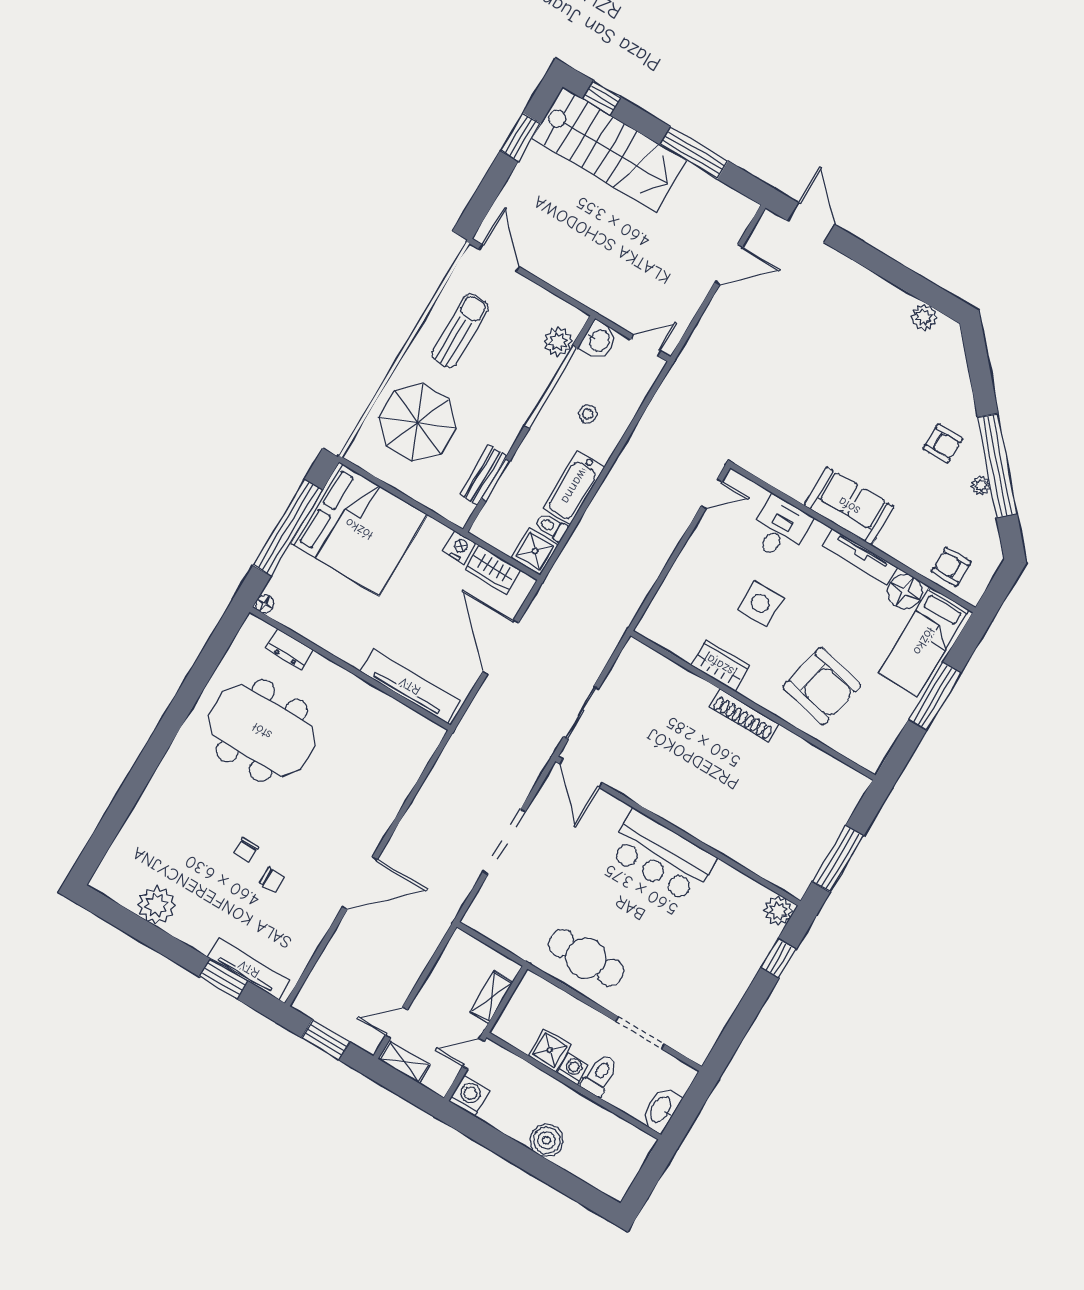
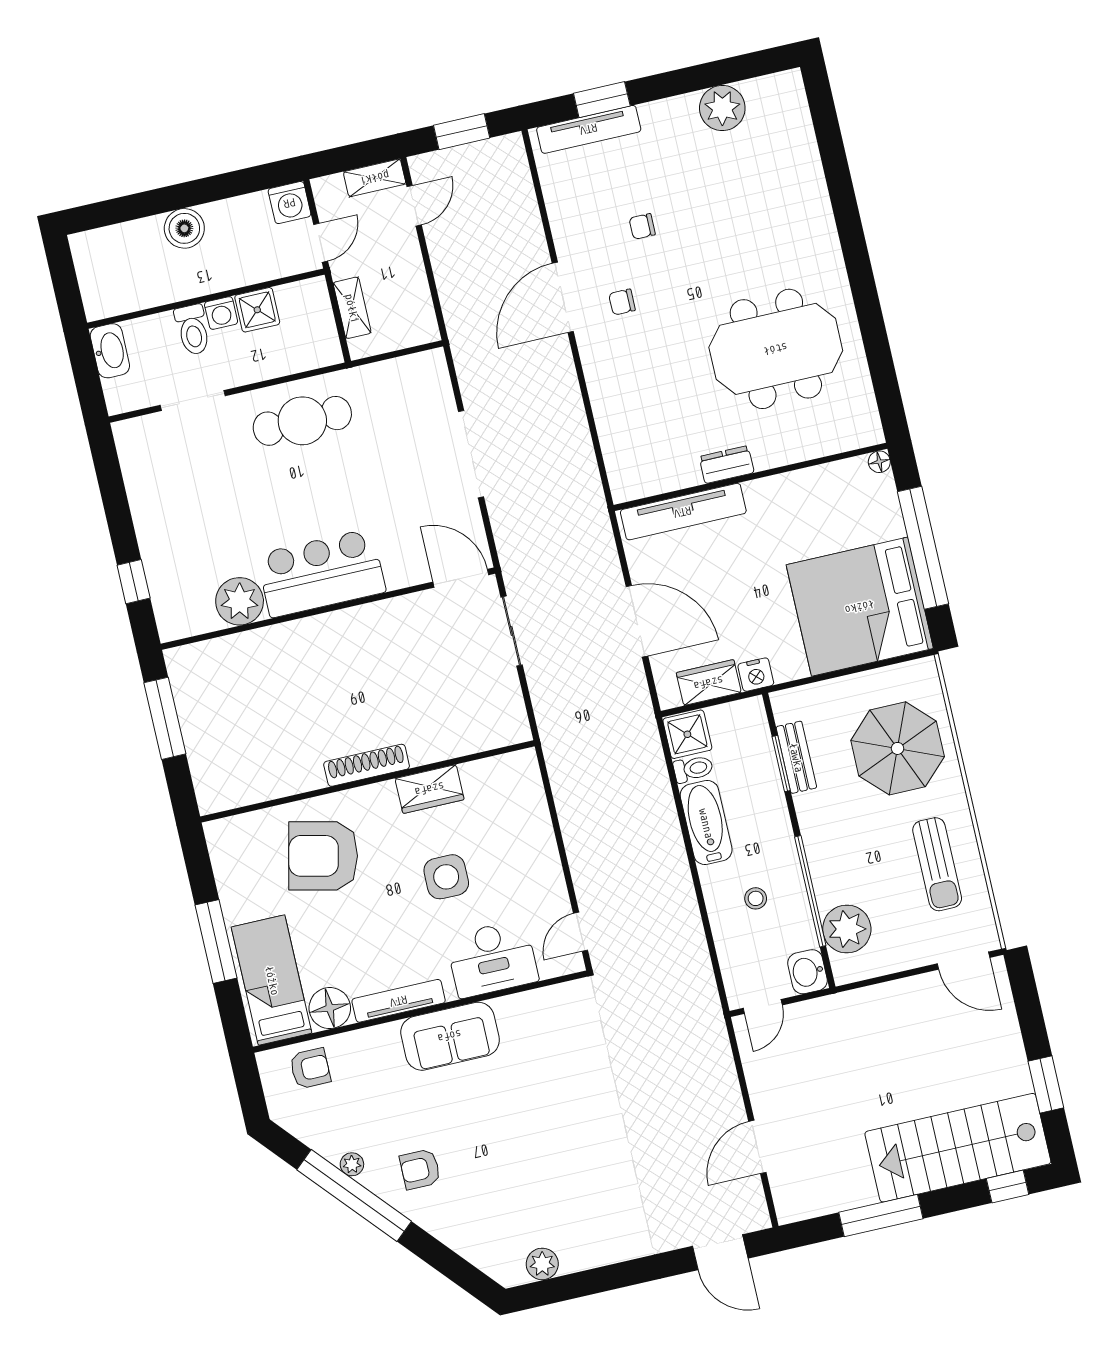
plant: (558, 342) -> (847, 929), width x1.36, depth x1.36
desk: (780, 528) -> (492, 959), width x1.37
dresser: (290, 649) -> (727, 465), moved
chair: (246, 850) -> (622, 302), moved, turned -90
plant: (778, 911) -> (240, 601), moved, width x1.36, depth x1.36

